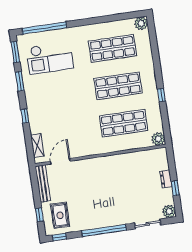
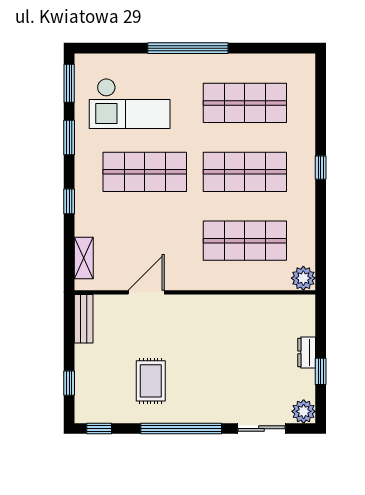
plant: (141, 23) -> (303, 65), removed
window: (44, 28) -> (188, 48), moved
shop shelf: (64, 94) -> (145, 172), added
window: (161, 95) -> (321, 168), moved
door: (60, 161) -> (146, 292), moved
bench: (43, 183) -> (84, 319), width x0.73
rug: (60, 215) -> (151, 381), moved

